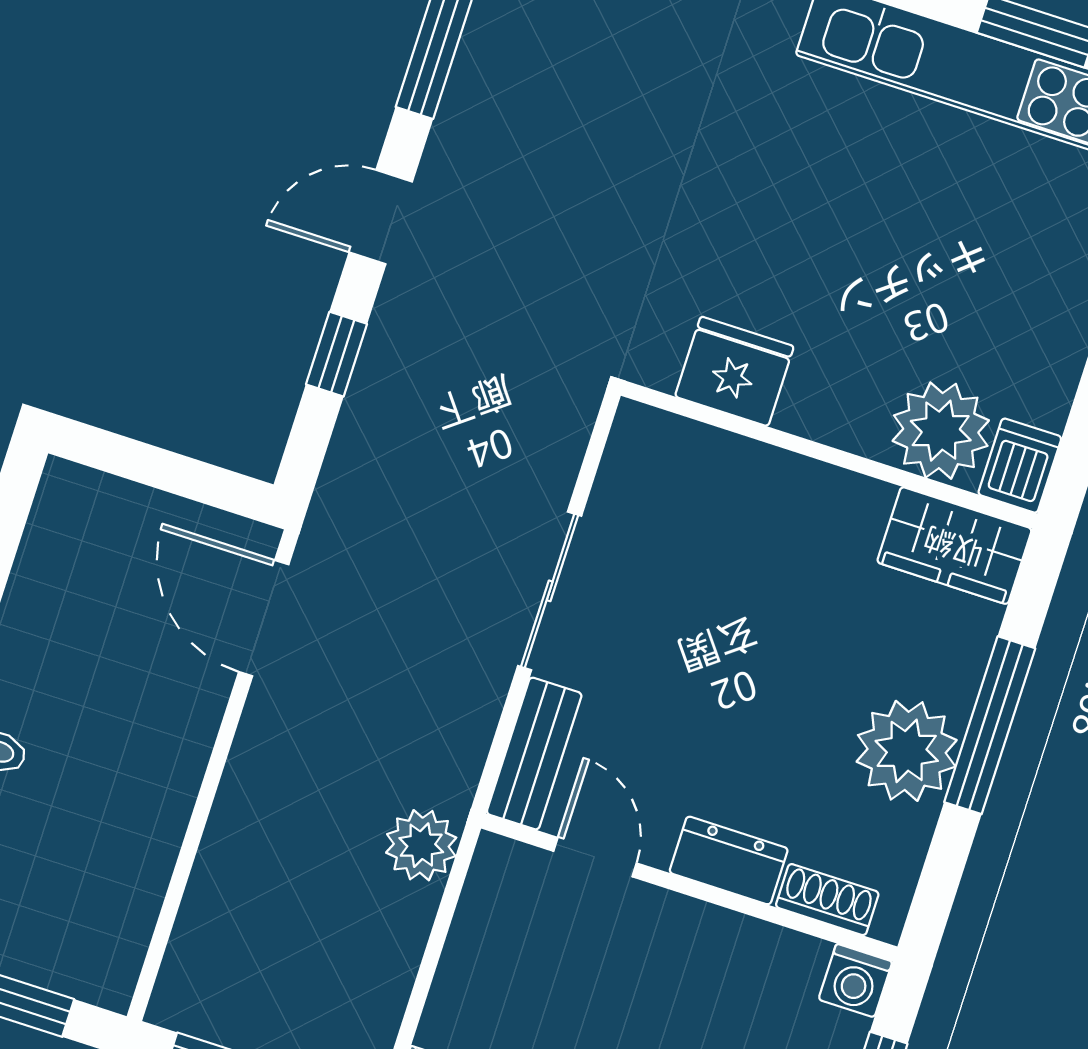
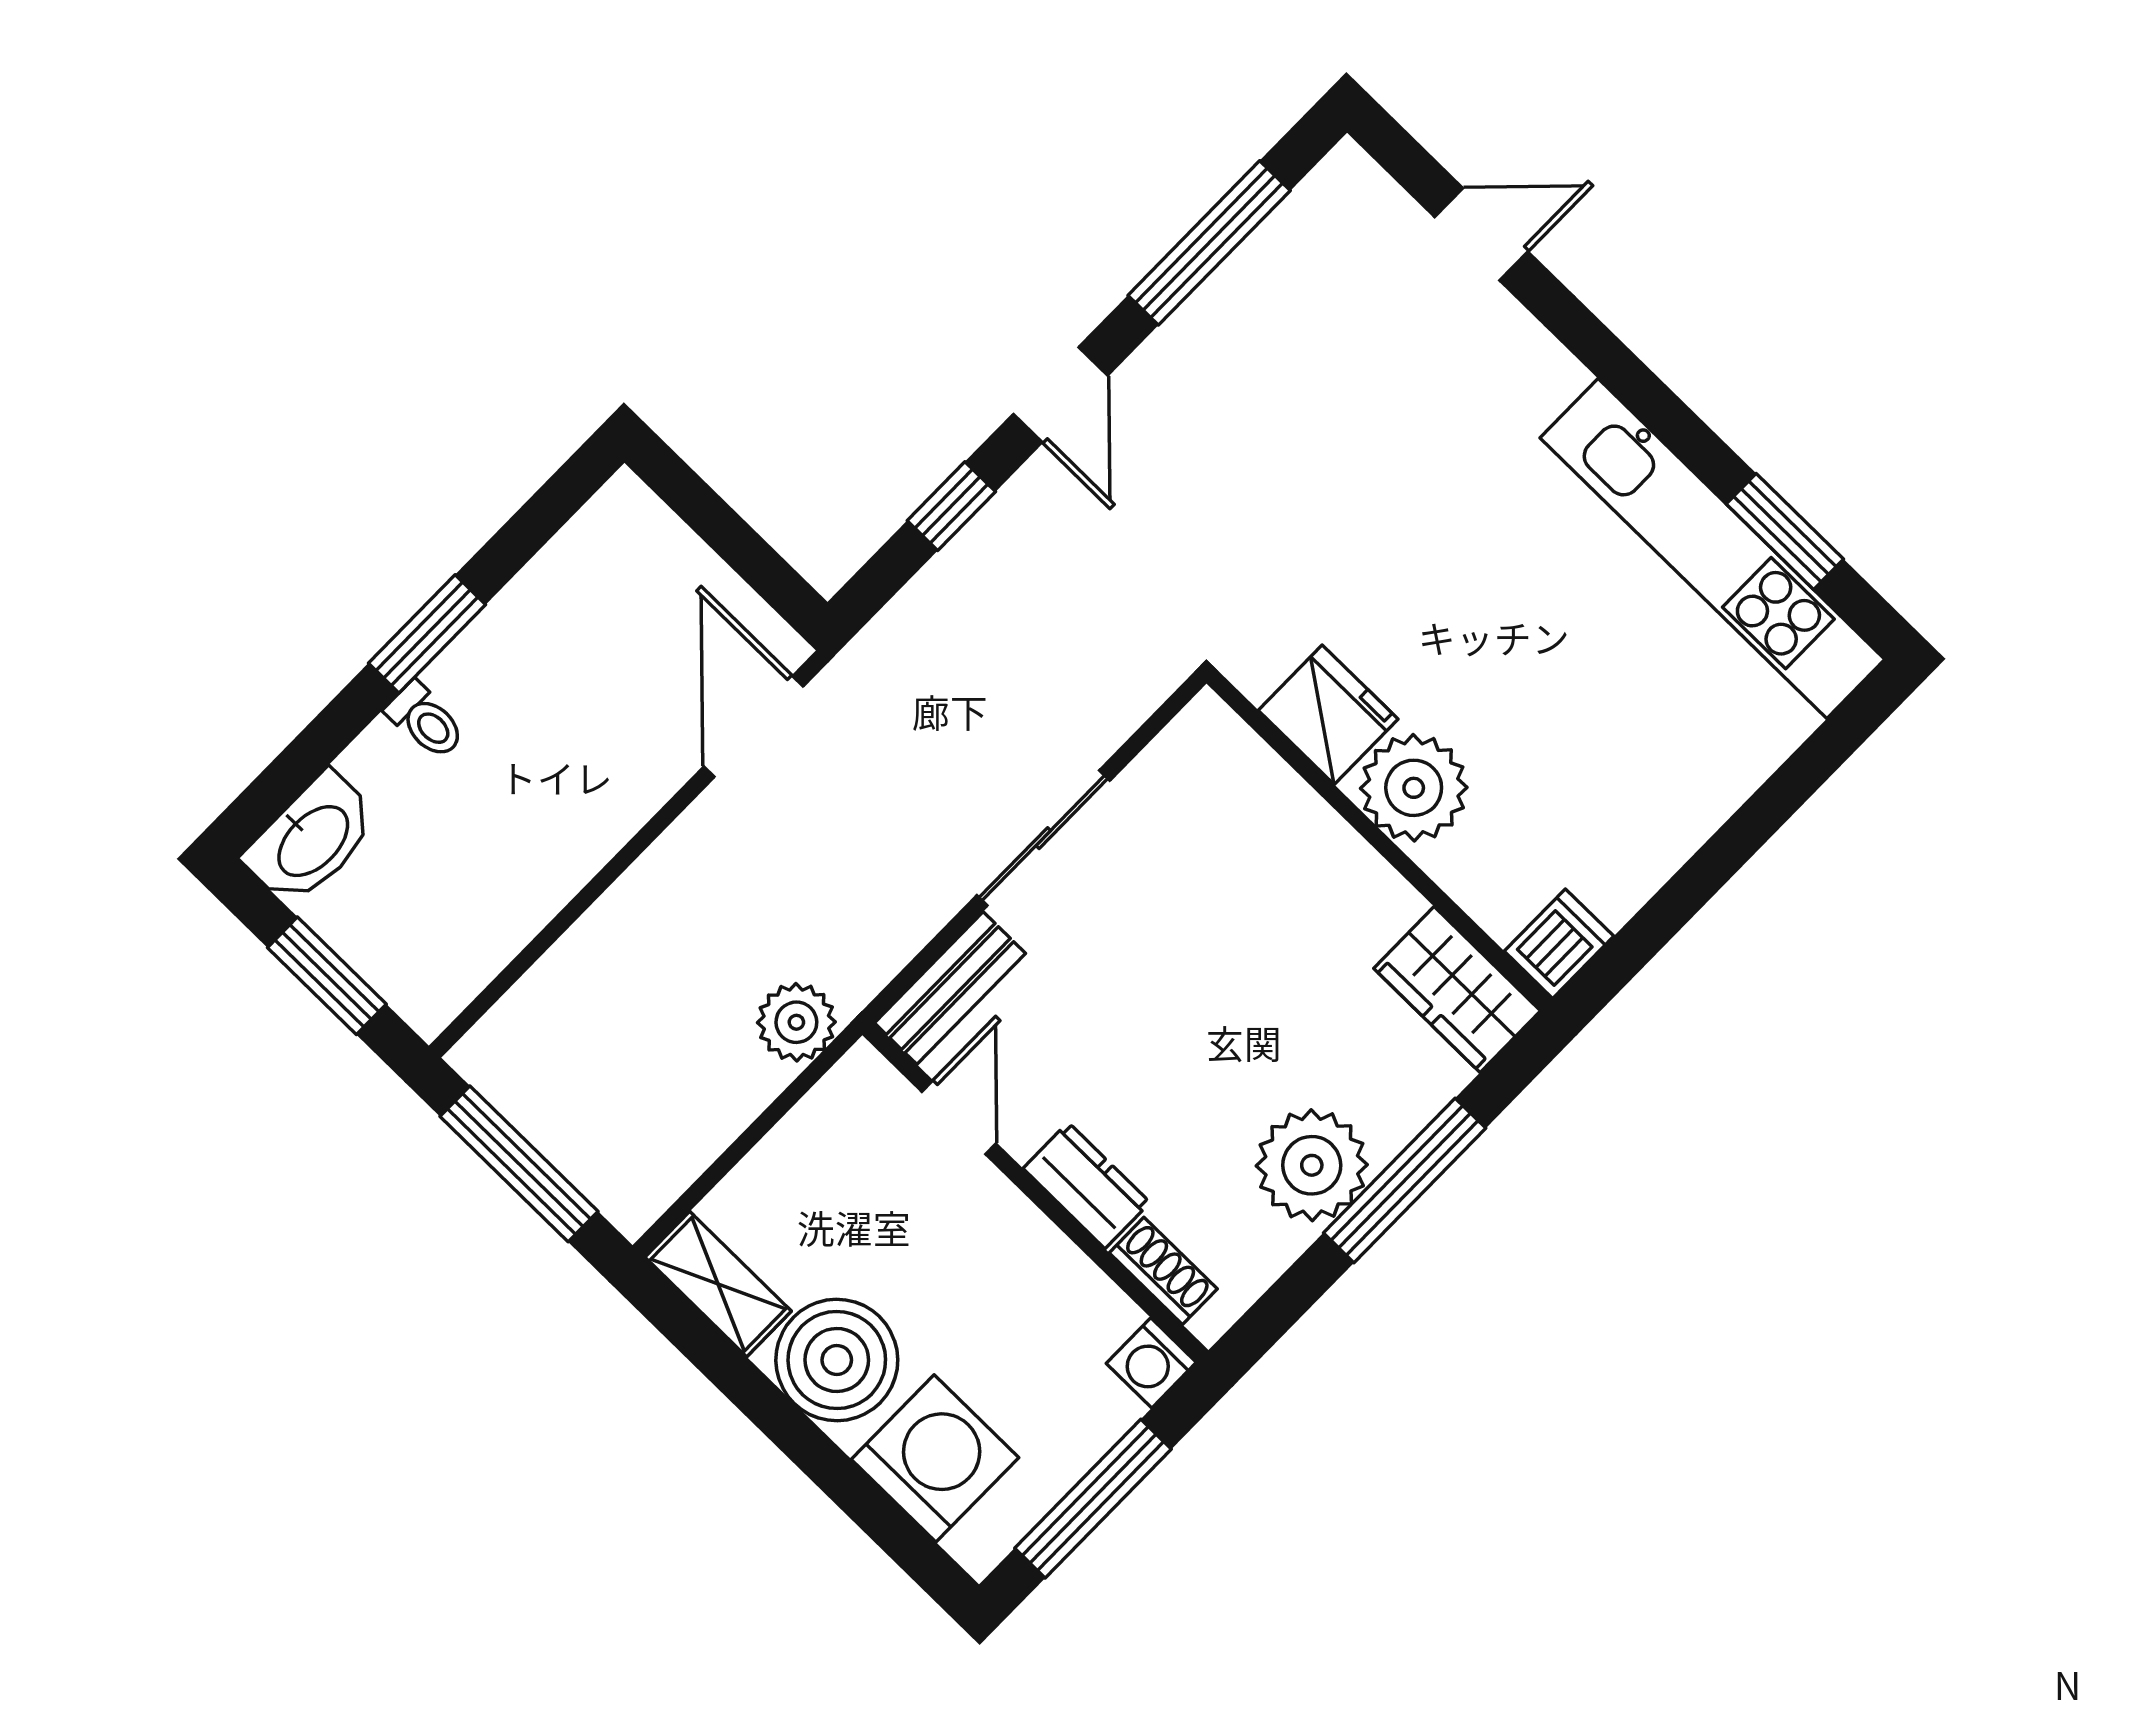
door: (381, 217) -> (1060, 395), swing flipped
plant: (941, 431) -> (1414, 788), moved

